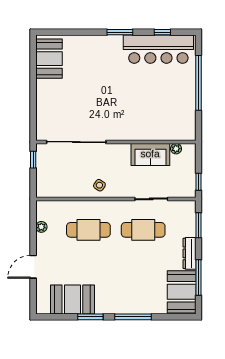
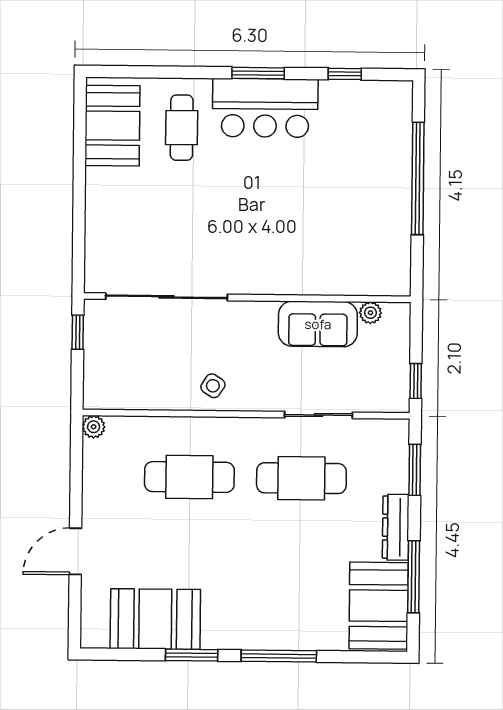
bar counter: (158, 49) -> (265, 108), moved, width x0.73
cafe table: (83, 59) -> (182, 128), added
plant: (41, 227) -> (94, 427), moved

